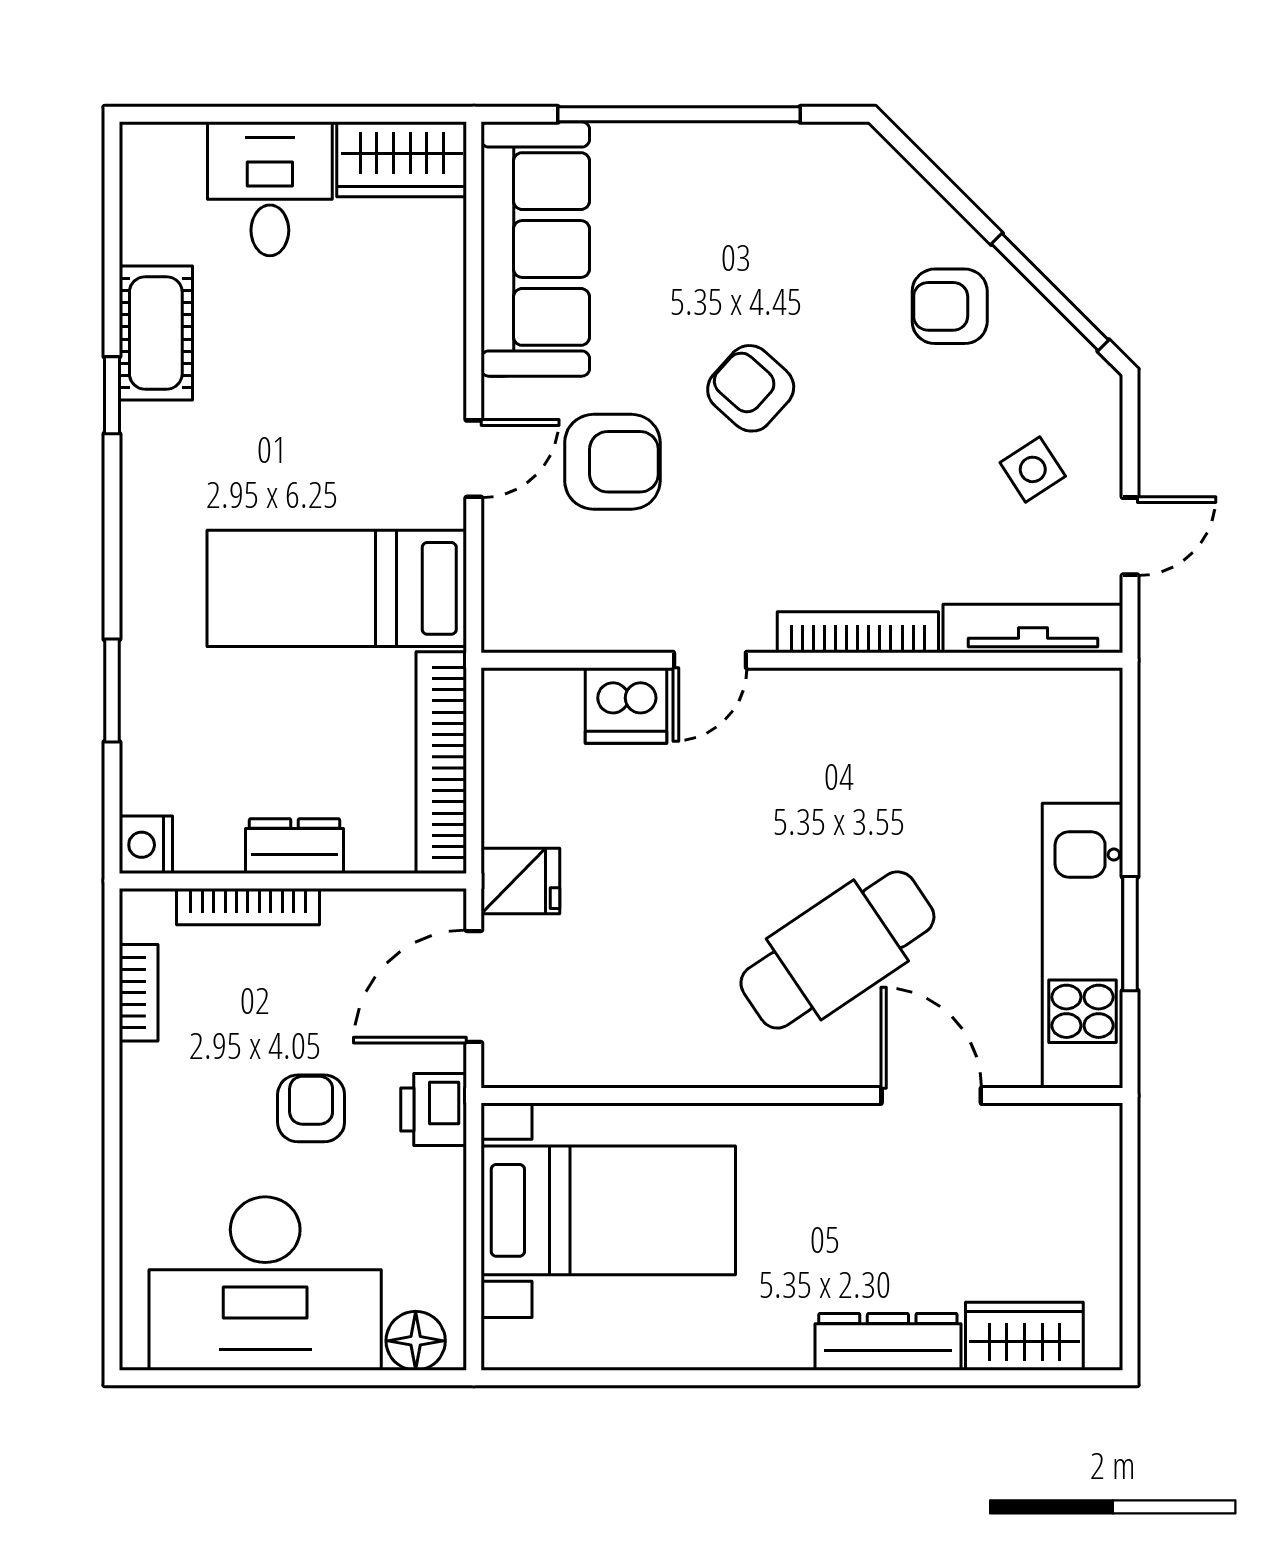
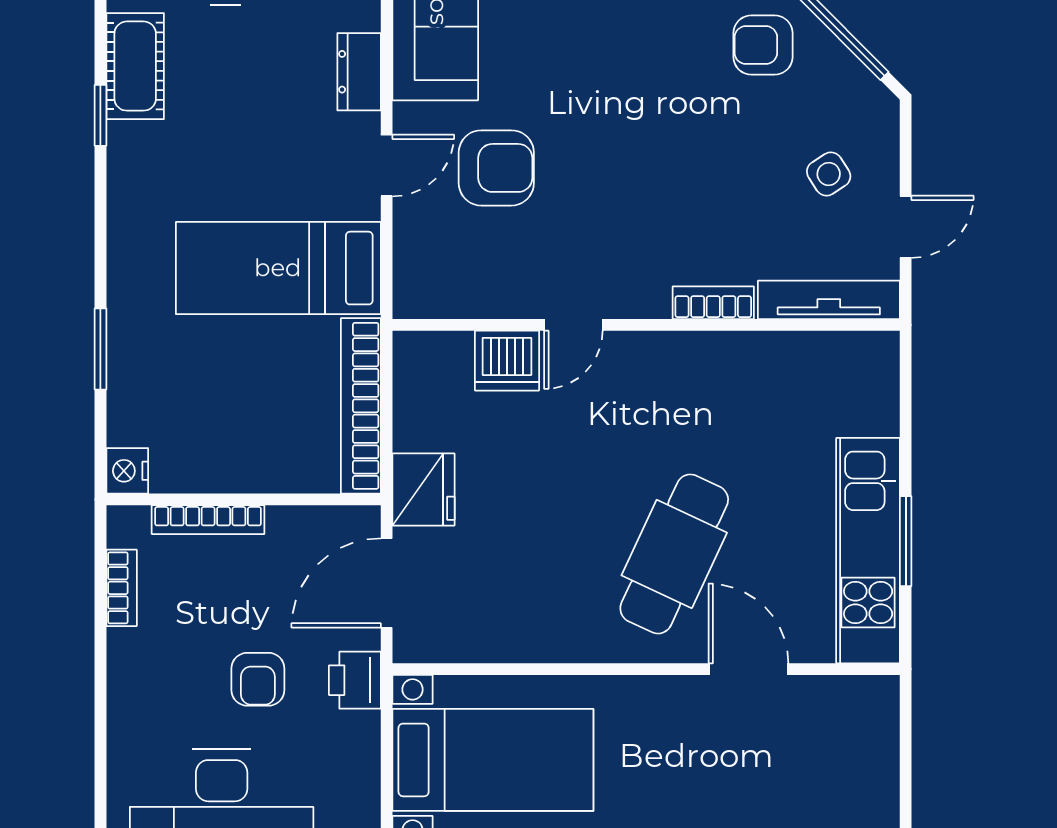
armchair: (751, 388) -> (606, 110), removed
bookcase: (858, 632) -> (713, 303), width x0.64
dresser: (294, 846) -> (359, 72), moved, turned -90
fridge: (520, 881) -> (424, 489), width x1.38
cafe table: (837, 950) -> (674, 554), turned -31
armchair: (311, 1108) -> (258, 679), turned 180

